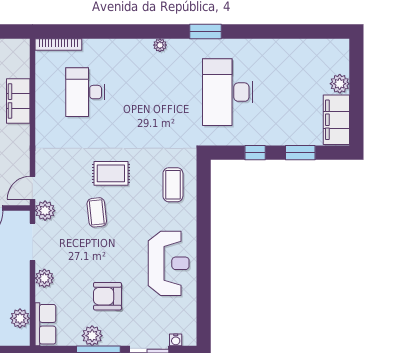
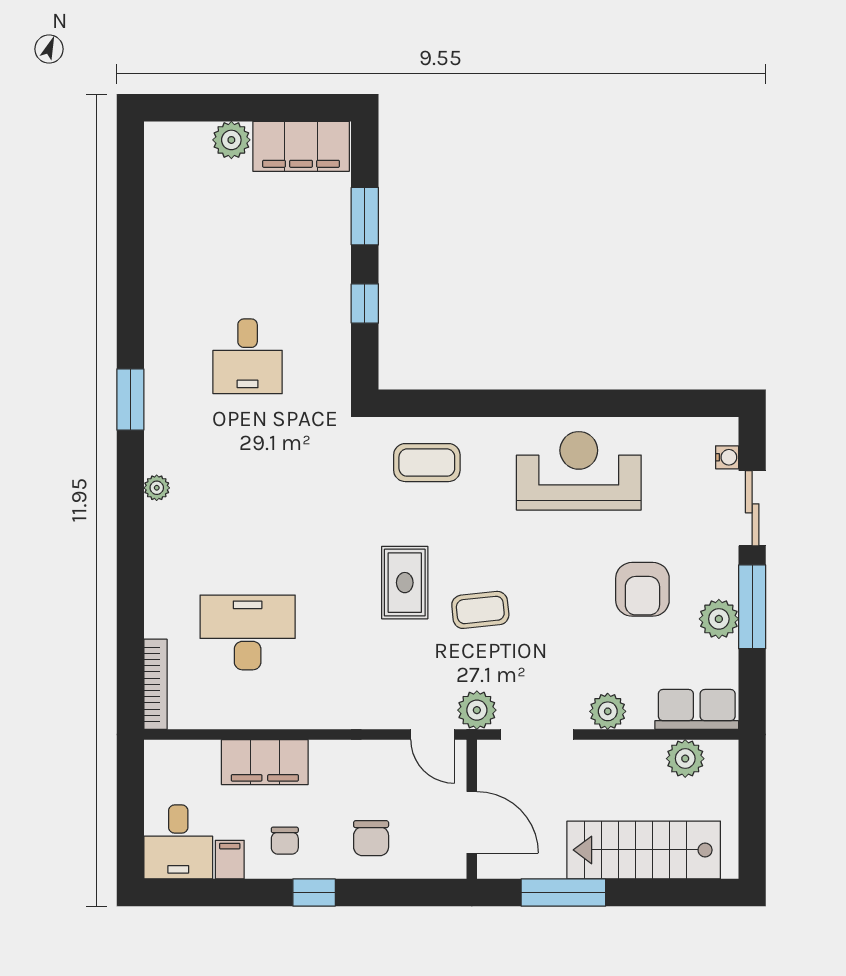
desk: (85, 92) -> (248, 632), turned 180
desk: (228, 92) -> (248, 356), width x0.53, depth x0.77

